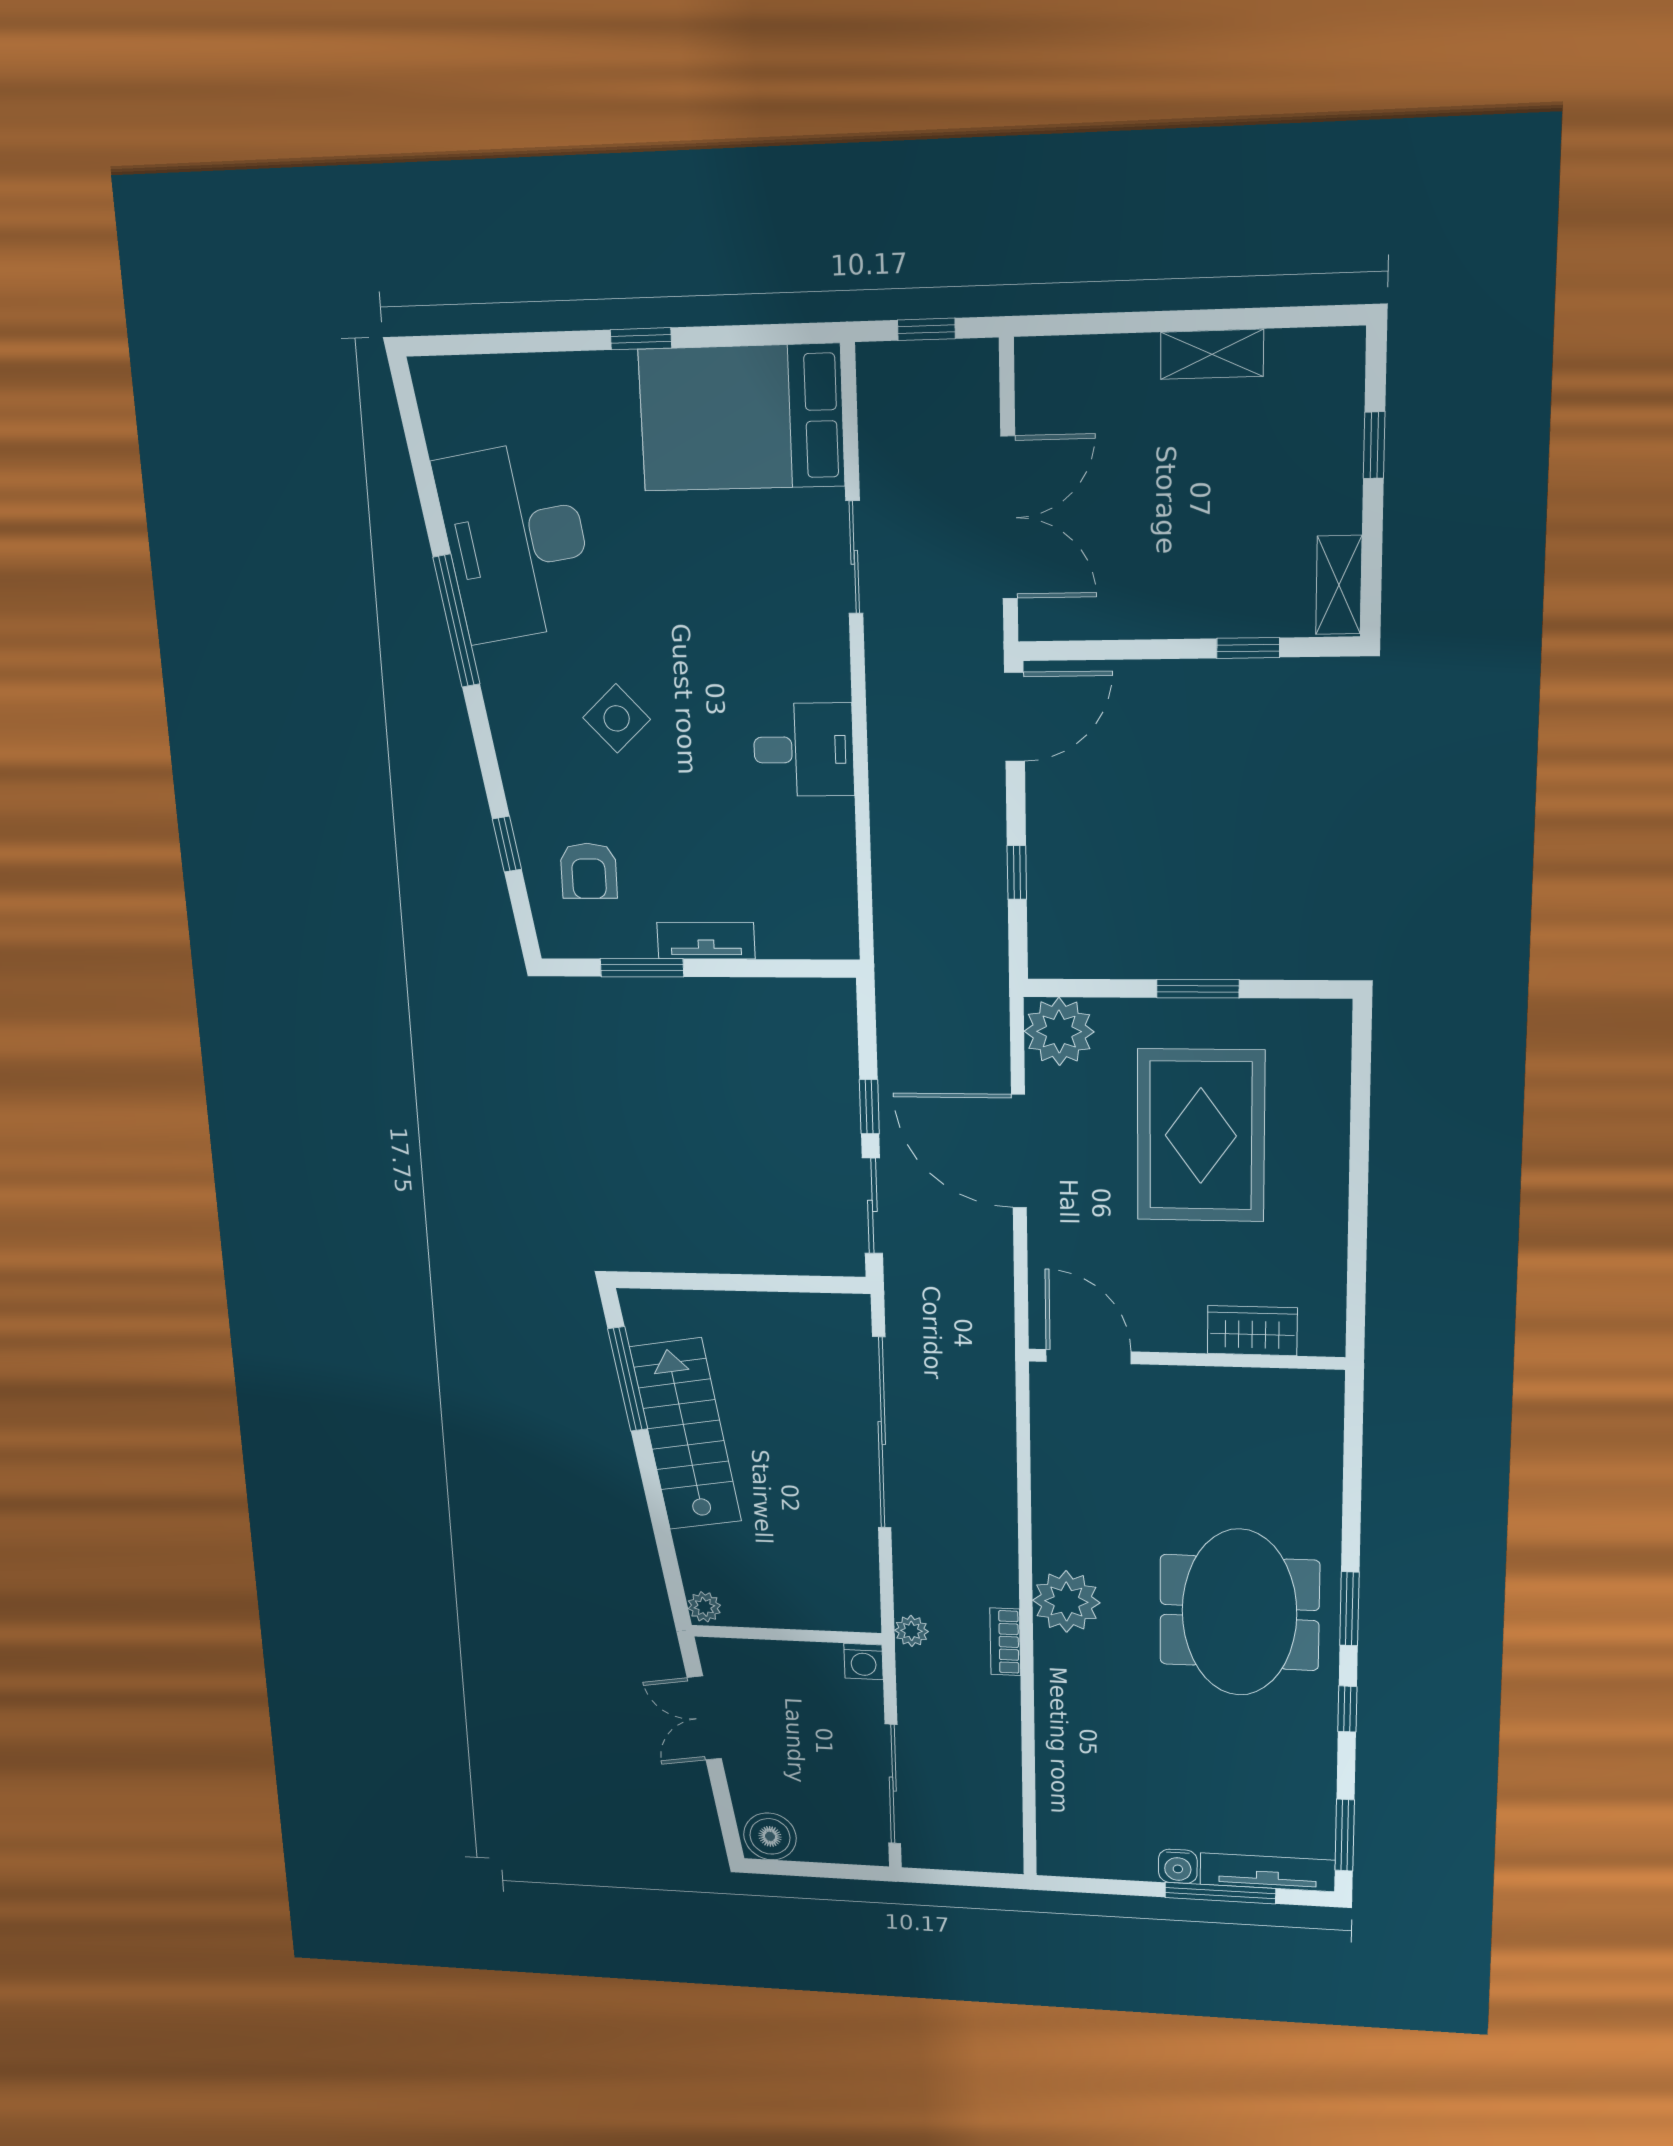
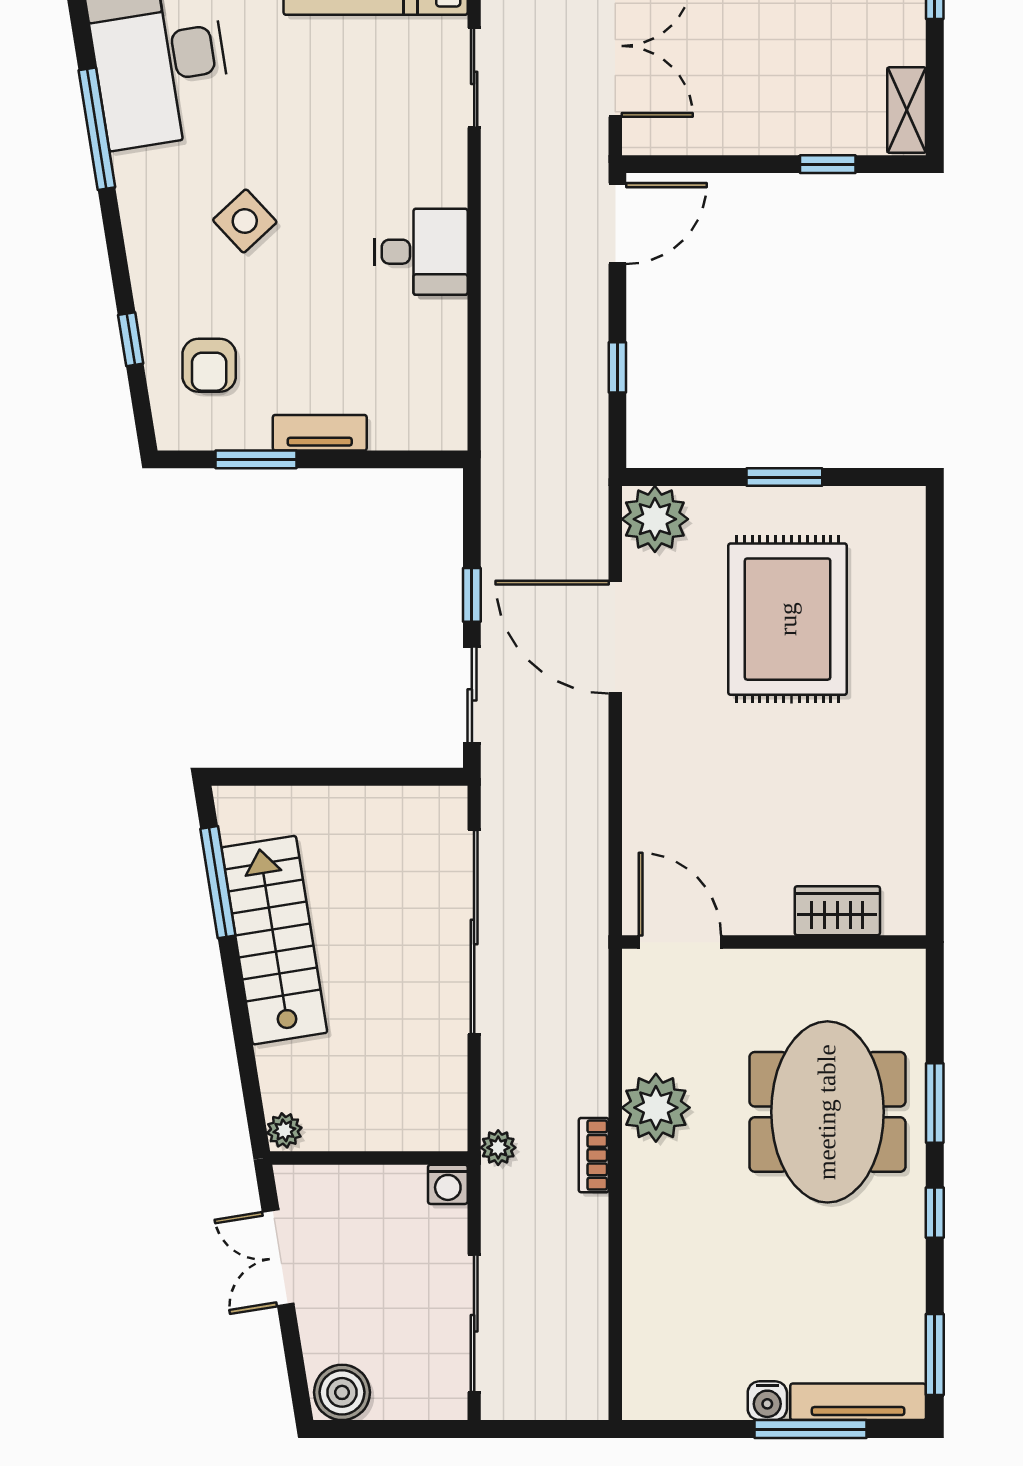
wardrobe: (1252, 1331) -> (837, 911), moved
door: (1088, 1357) -> (680, 942), moved
wall: (1186, 1359) -> (774, 942), moved

